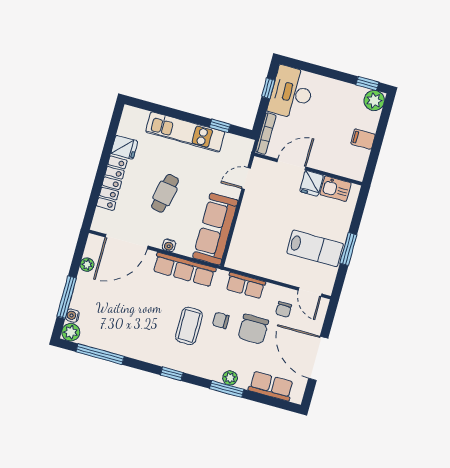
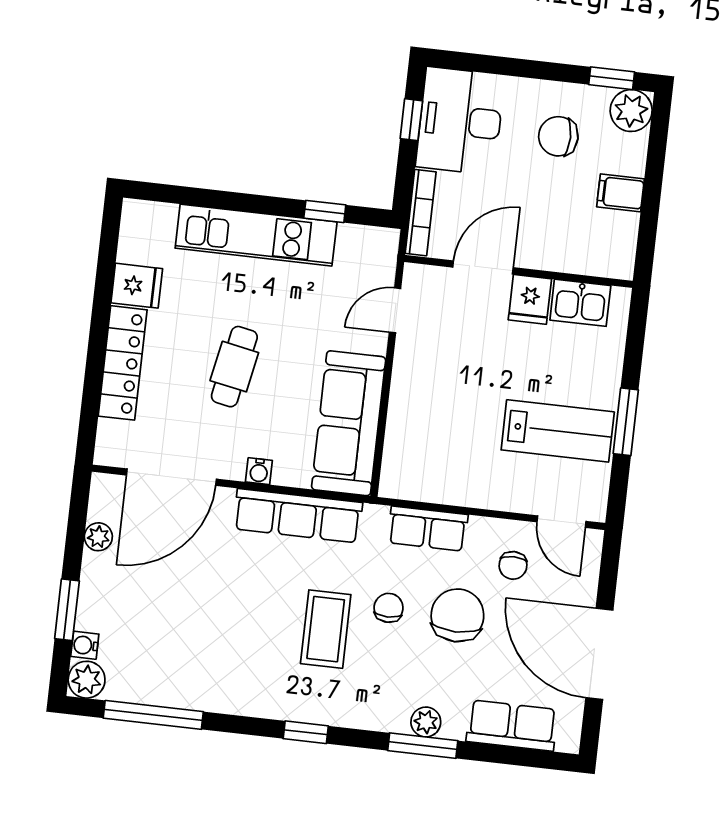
chair: (337, 107) -> (558, 136), added
window: (67, 297) -> (67, 610), width x0.69
chair: (221, 320) -> (389, 608), turned 90
chair: (253, 329) -> (457, 615), turned 180

